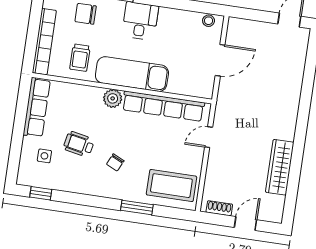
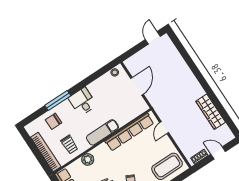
exam couch: (132, 74) -> (102, 132), width x0.73, depth x0.69
plant: (113, 98) -> (88, 159), moved
door: (246, 224) -> (218, 153), hinge flipped

